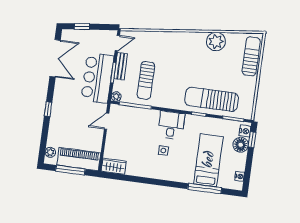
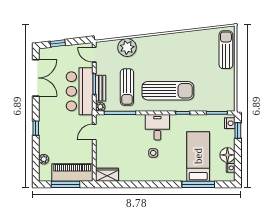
plant: (216, 42) -> (127, 47), moved
door: (117, 43) -> (94, 55), swing flipped
bench: (121, 66) -> (101, 88), moved
sun lounger: (212, 99) -> (168, 91), moved, turned 180
floor lamp: (241, 145) -> (227, 155), moved
plant: (50, 152) -> (44, 159), moved

